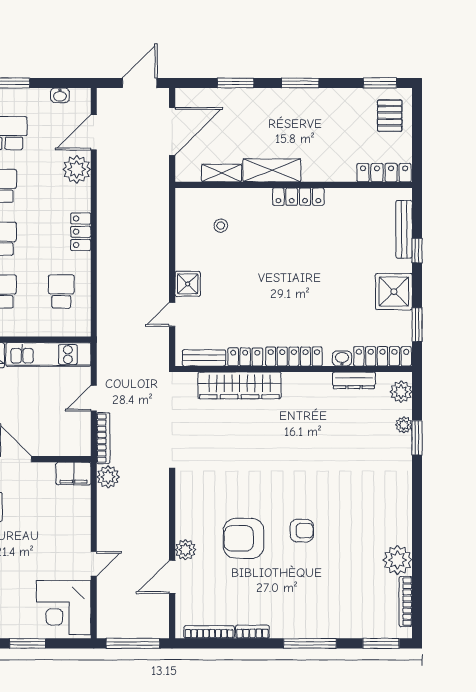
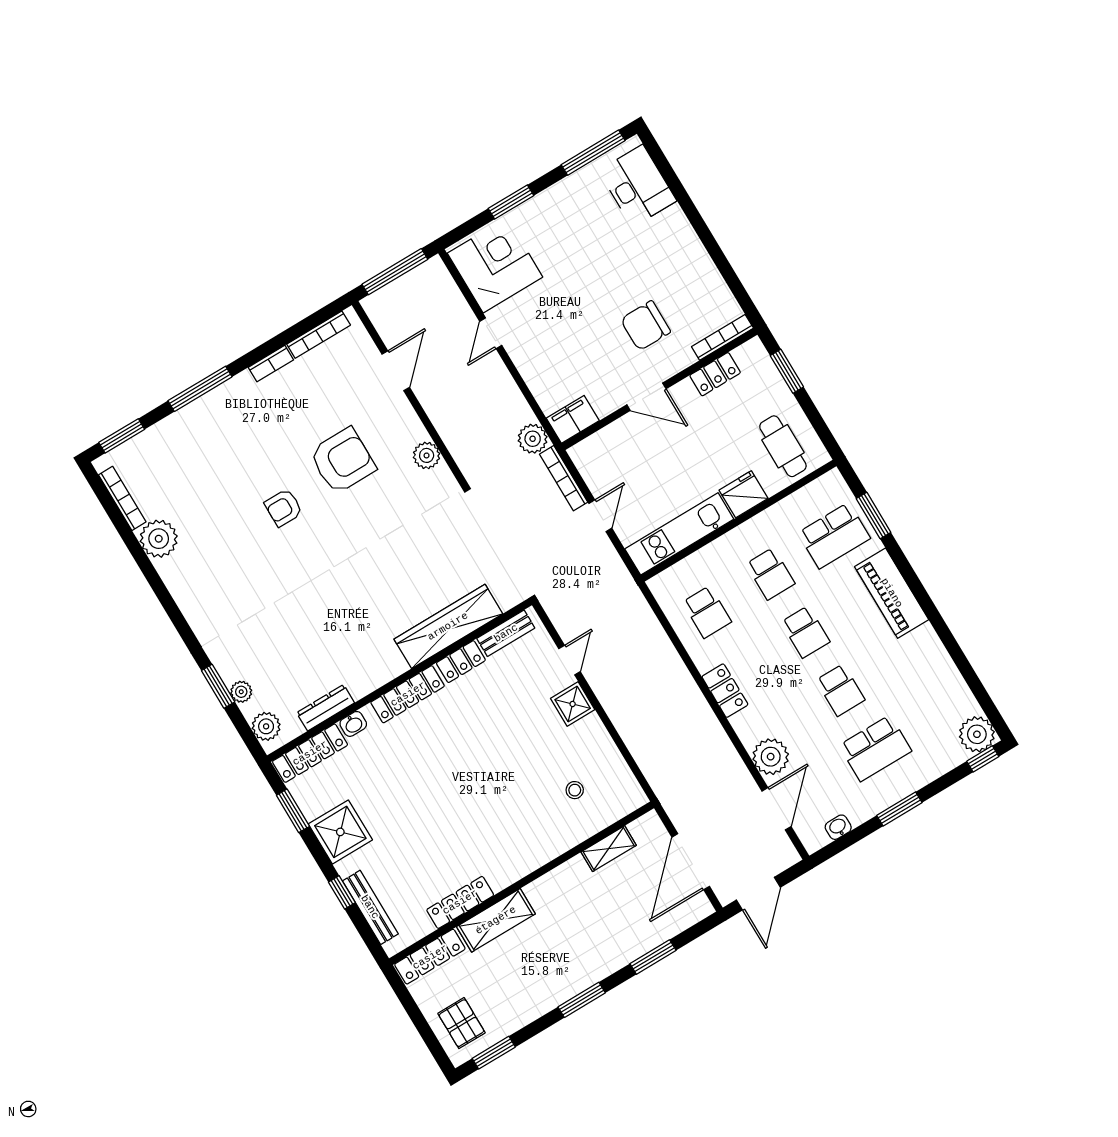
shelving: (272, 170) -> (496, 920), moved
locker: (298, 197) -> (460, 902), moved
plant: (185, 550) -> (427, 455), moved

